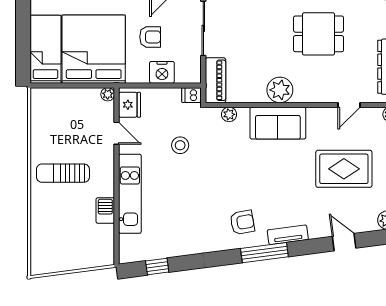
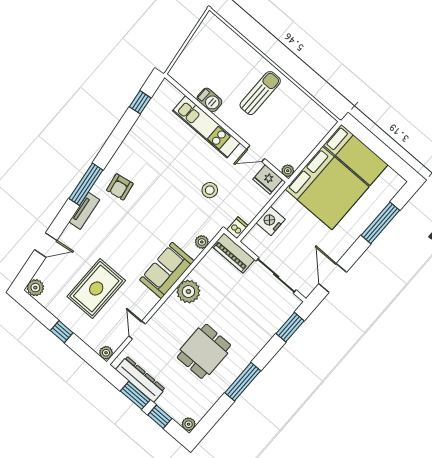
armchair: (150, 37) -> (302, 234), removed

